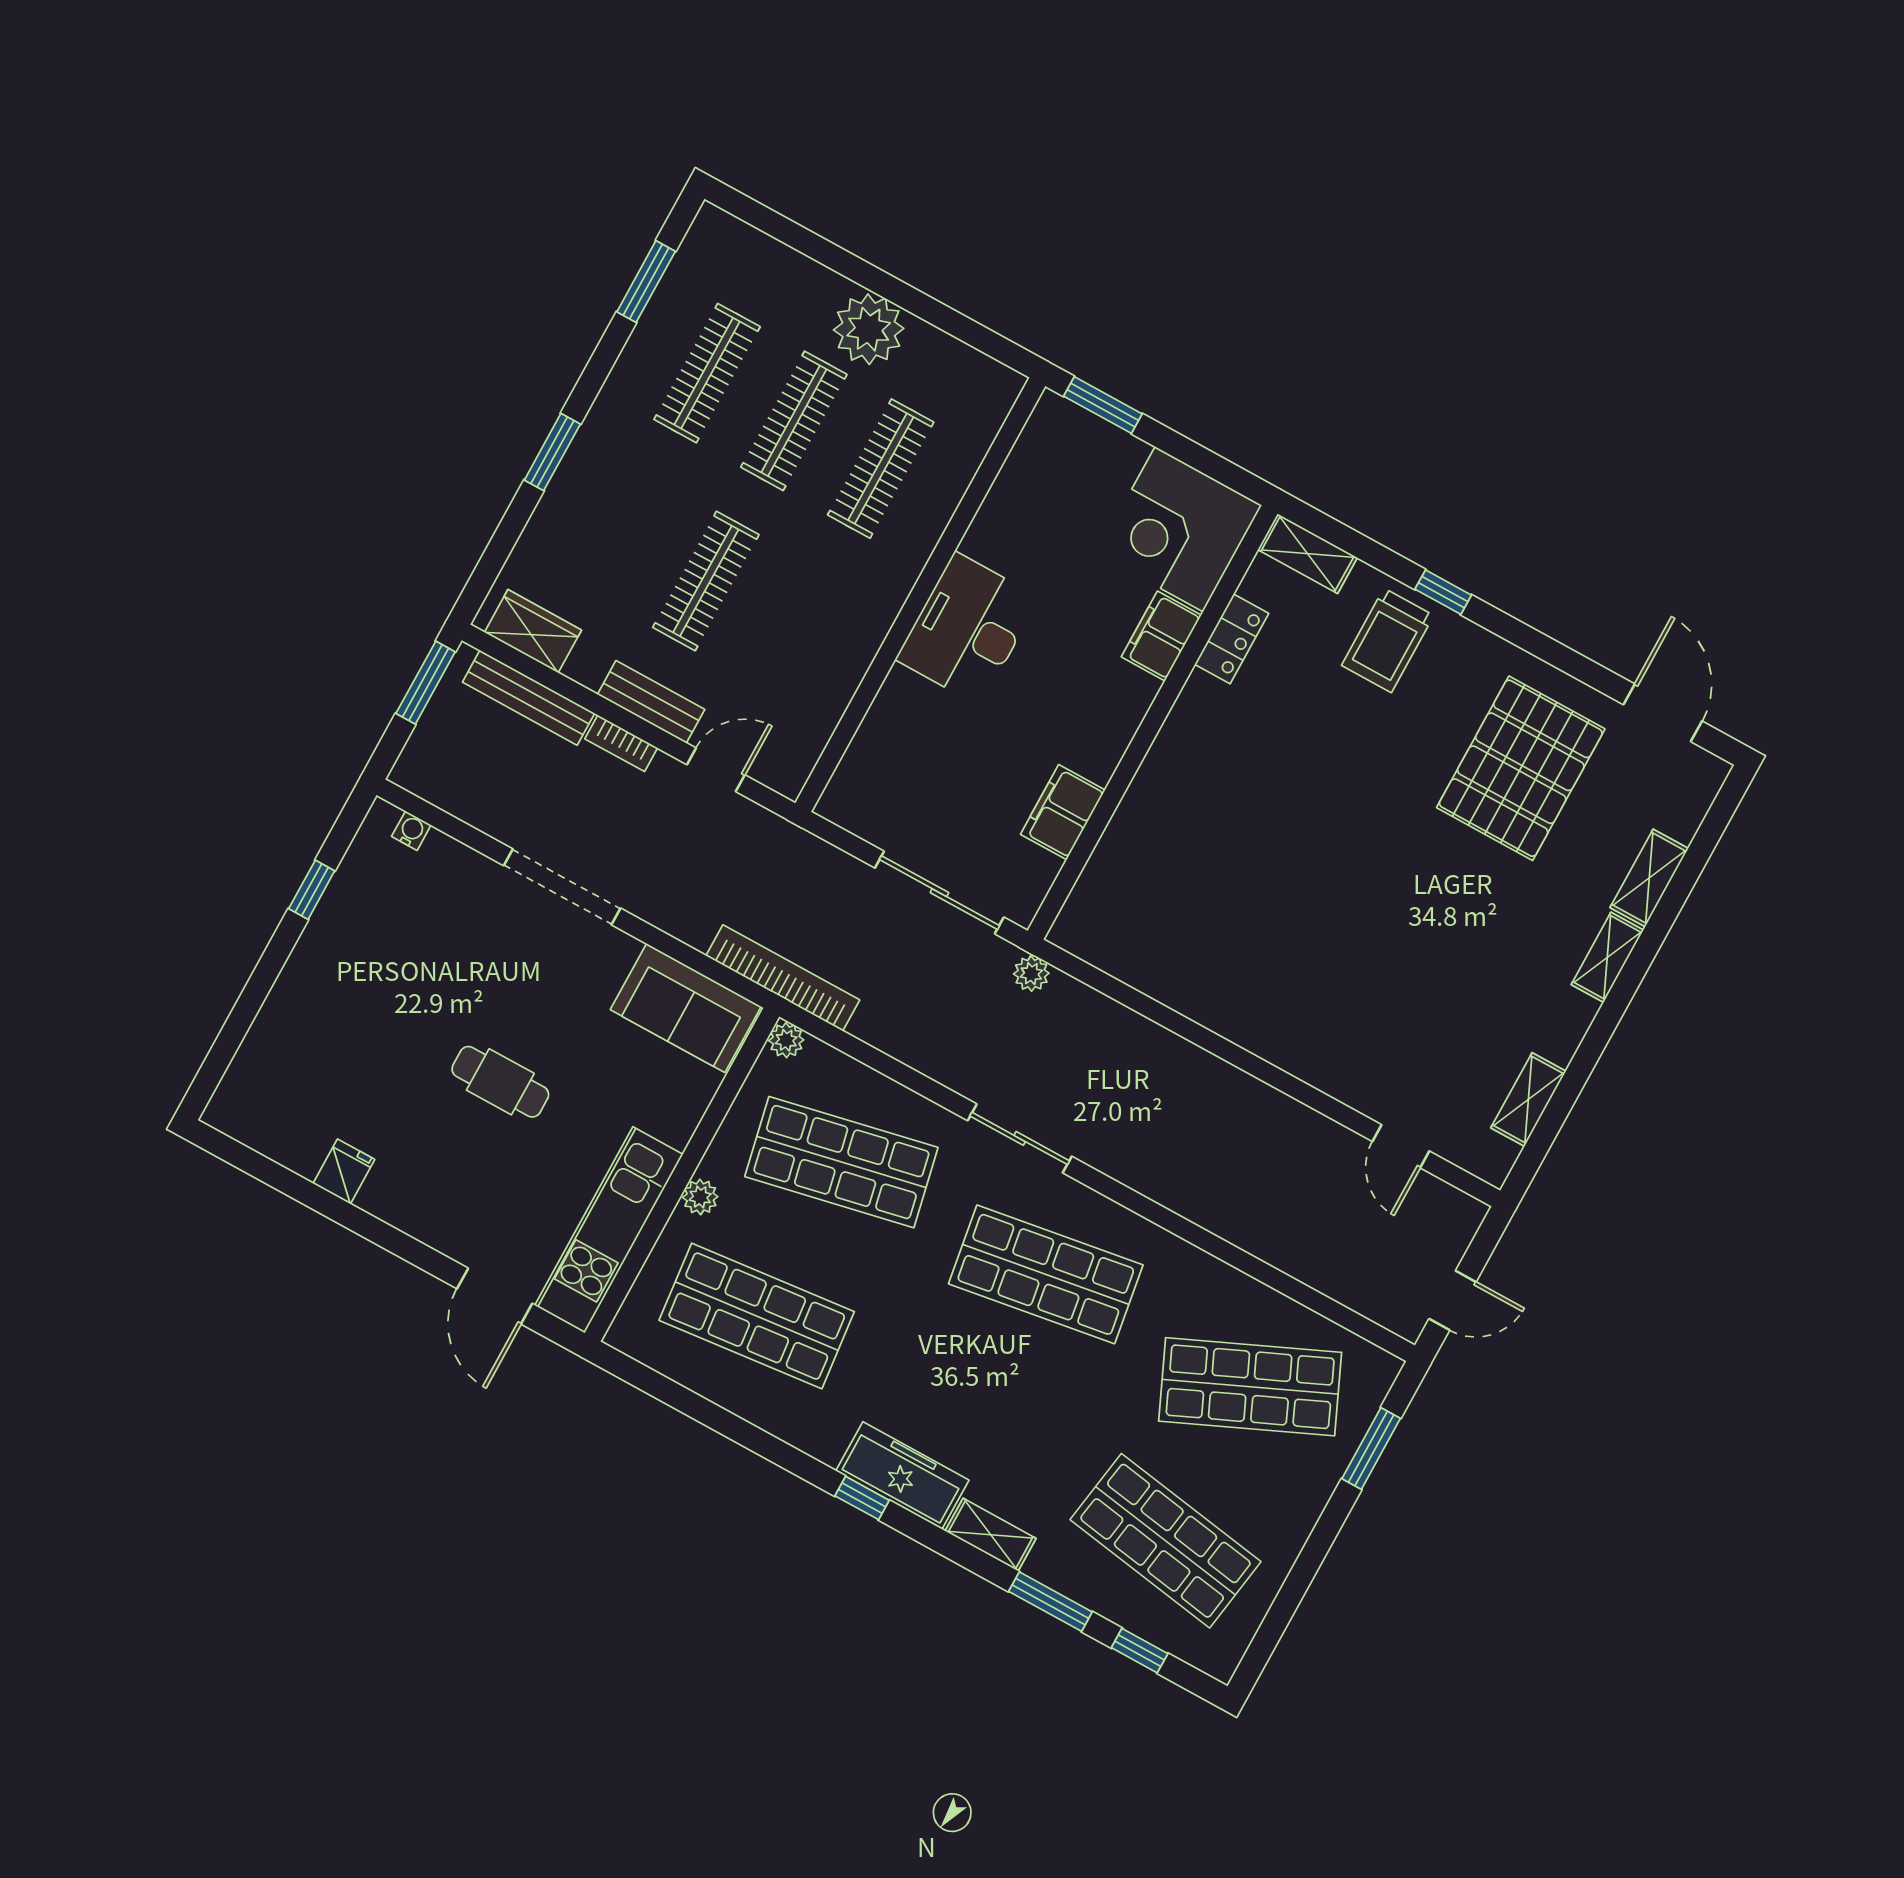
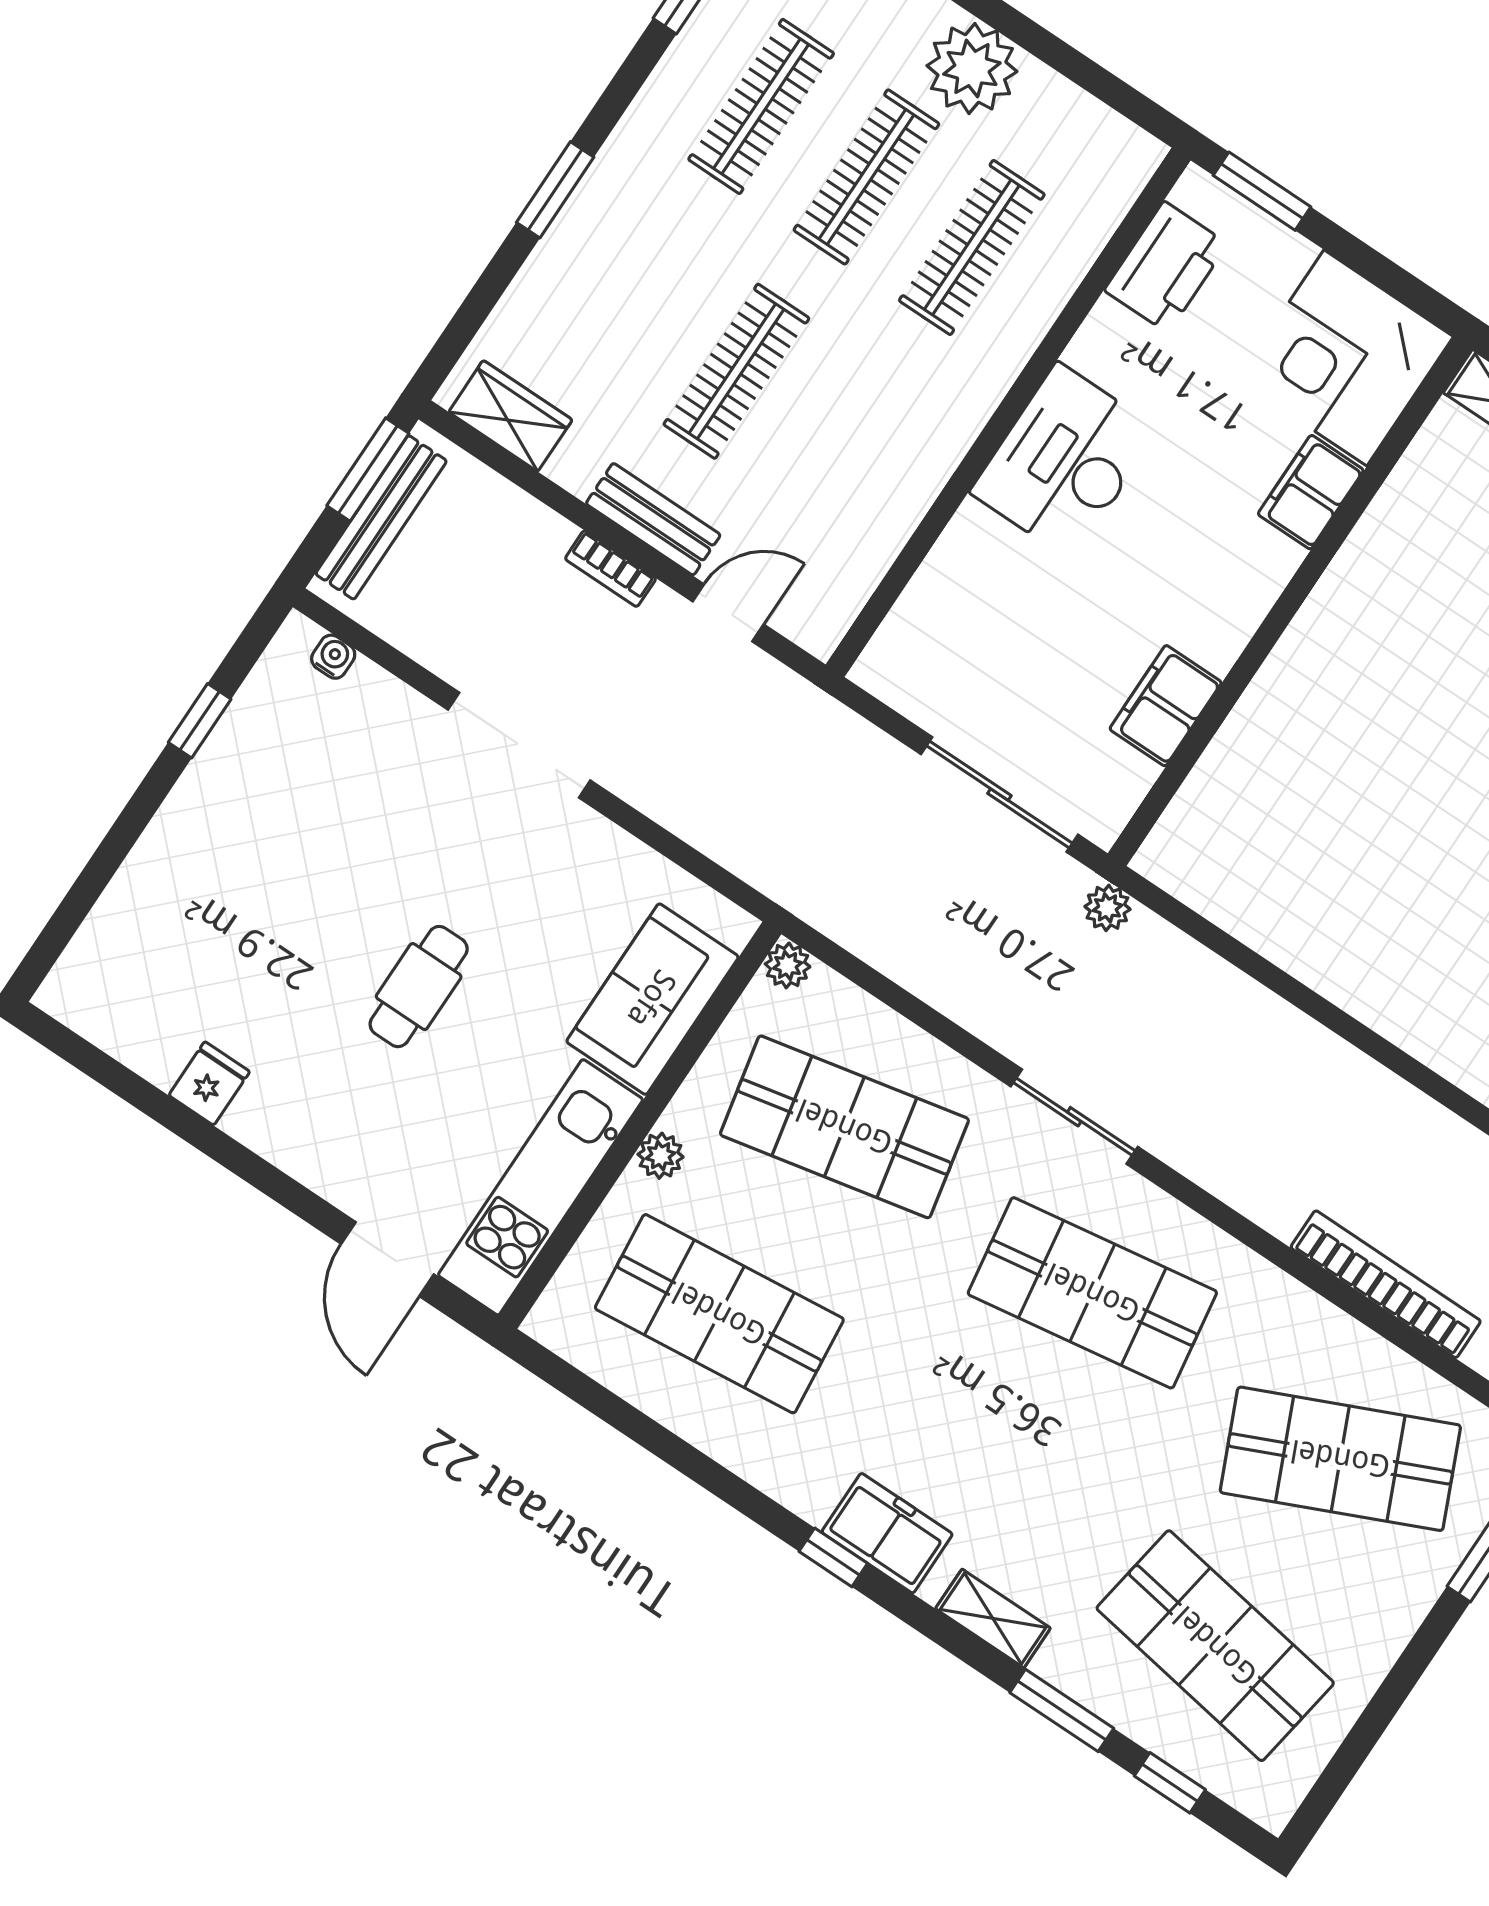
printer: (1033, 471) -> (1166, 267), added
locker: (1232, 639) -> (1400, 504), removed
bench: (529, 698) -> (381, 517), moved, turned 90
bookcase: (783, 978) -> (1386, 1284), moved
sofa: (686, 1008) -> (652, 999), moved, turned 90
cafe table: (500, 1082) -> (419, 987), turned 90
freezer: (902, 1475) -> (887, 1533), width x0.71

